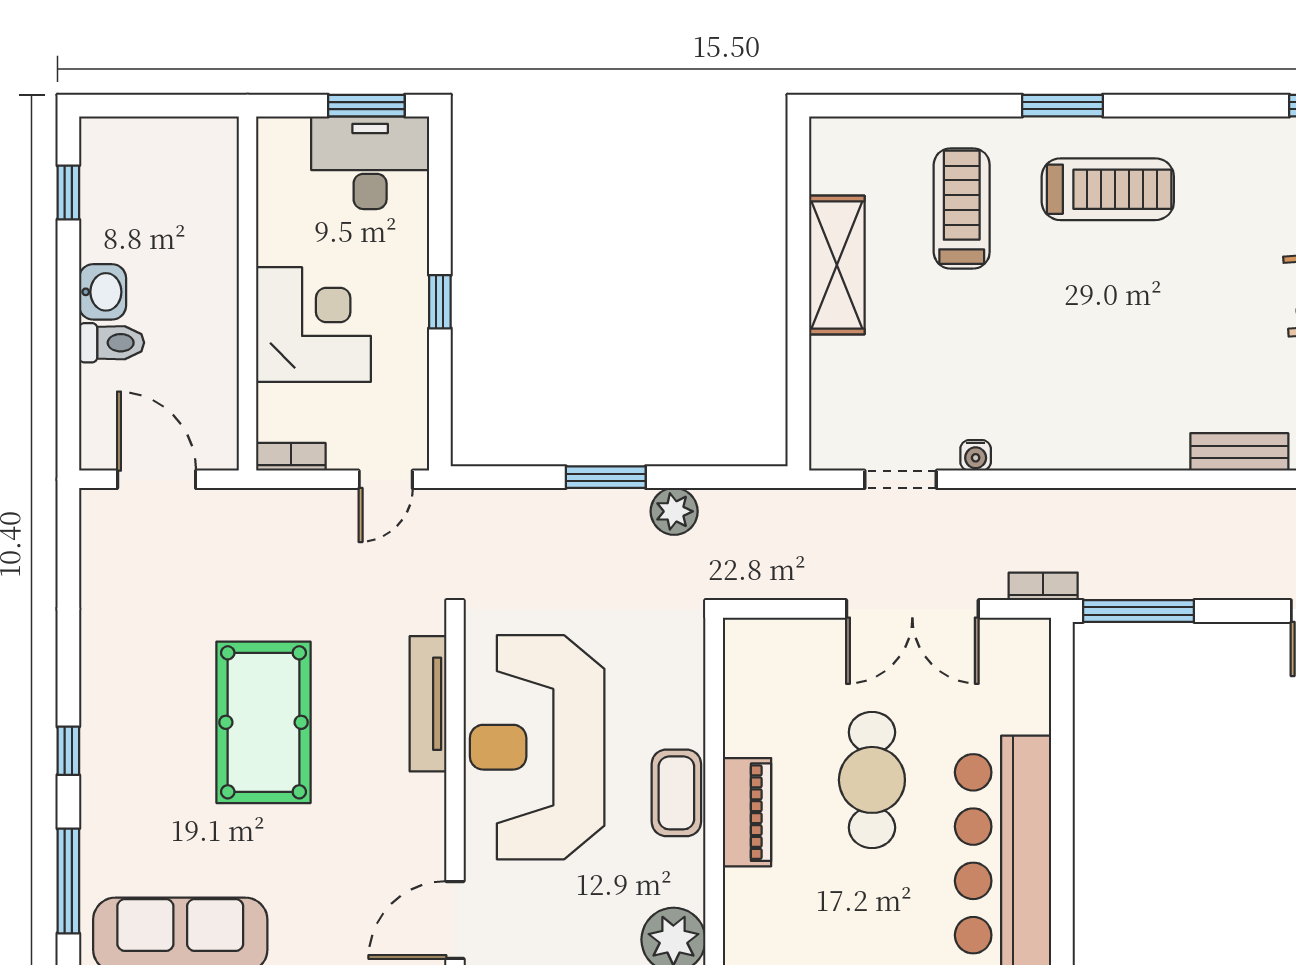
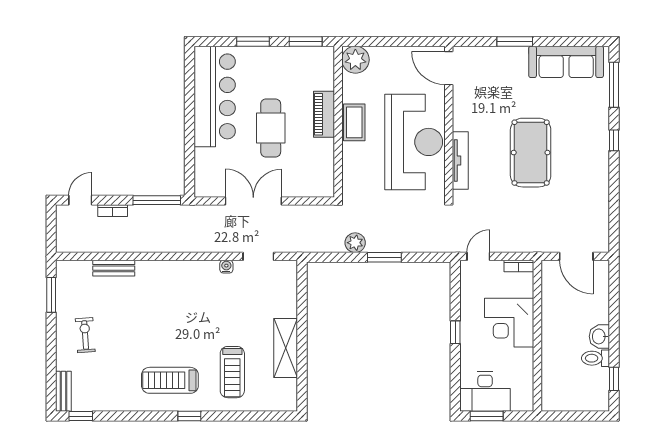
window: (1062, 106) -> (189, 416), width x0.67
toilet: (112, 343) -> (595, 358), moved
bookcase: (1043, 586) -> (113, 211), moved
door: (455, 920) -> (449, 68), swing flipped

